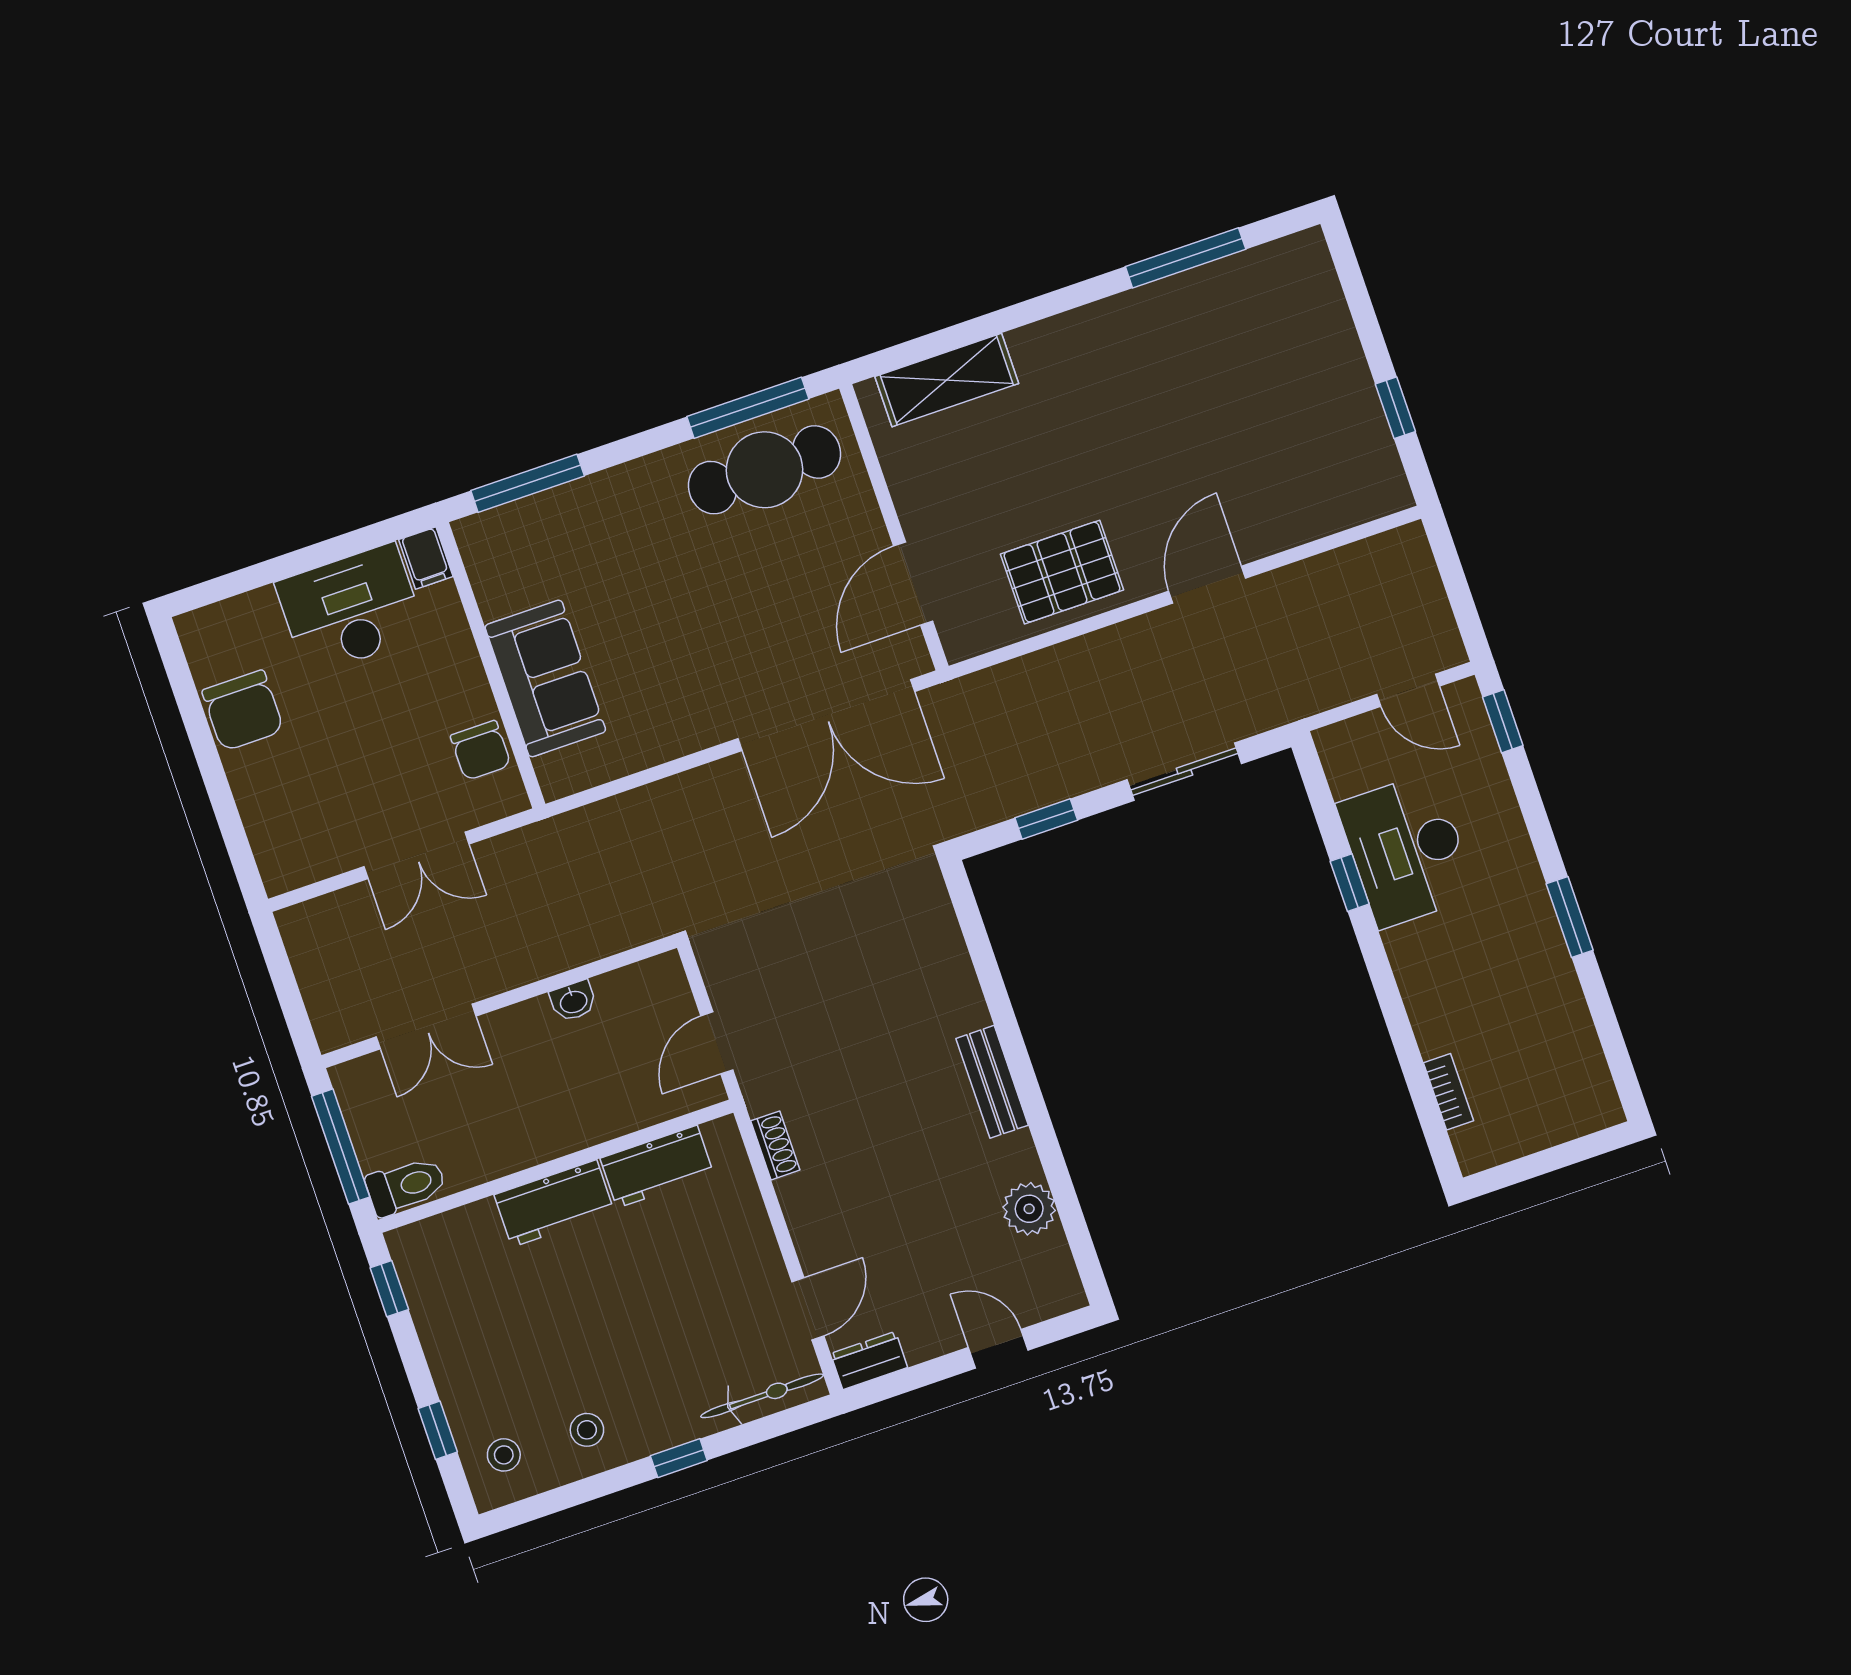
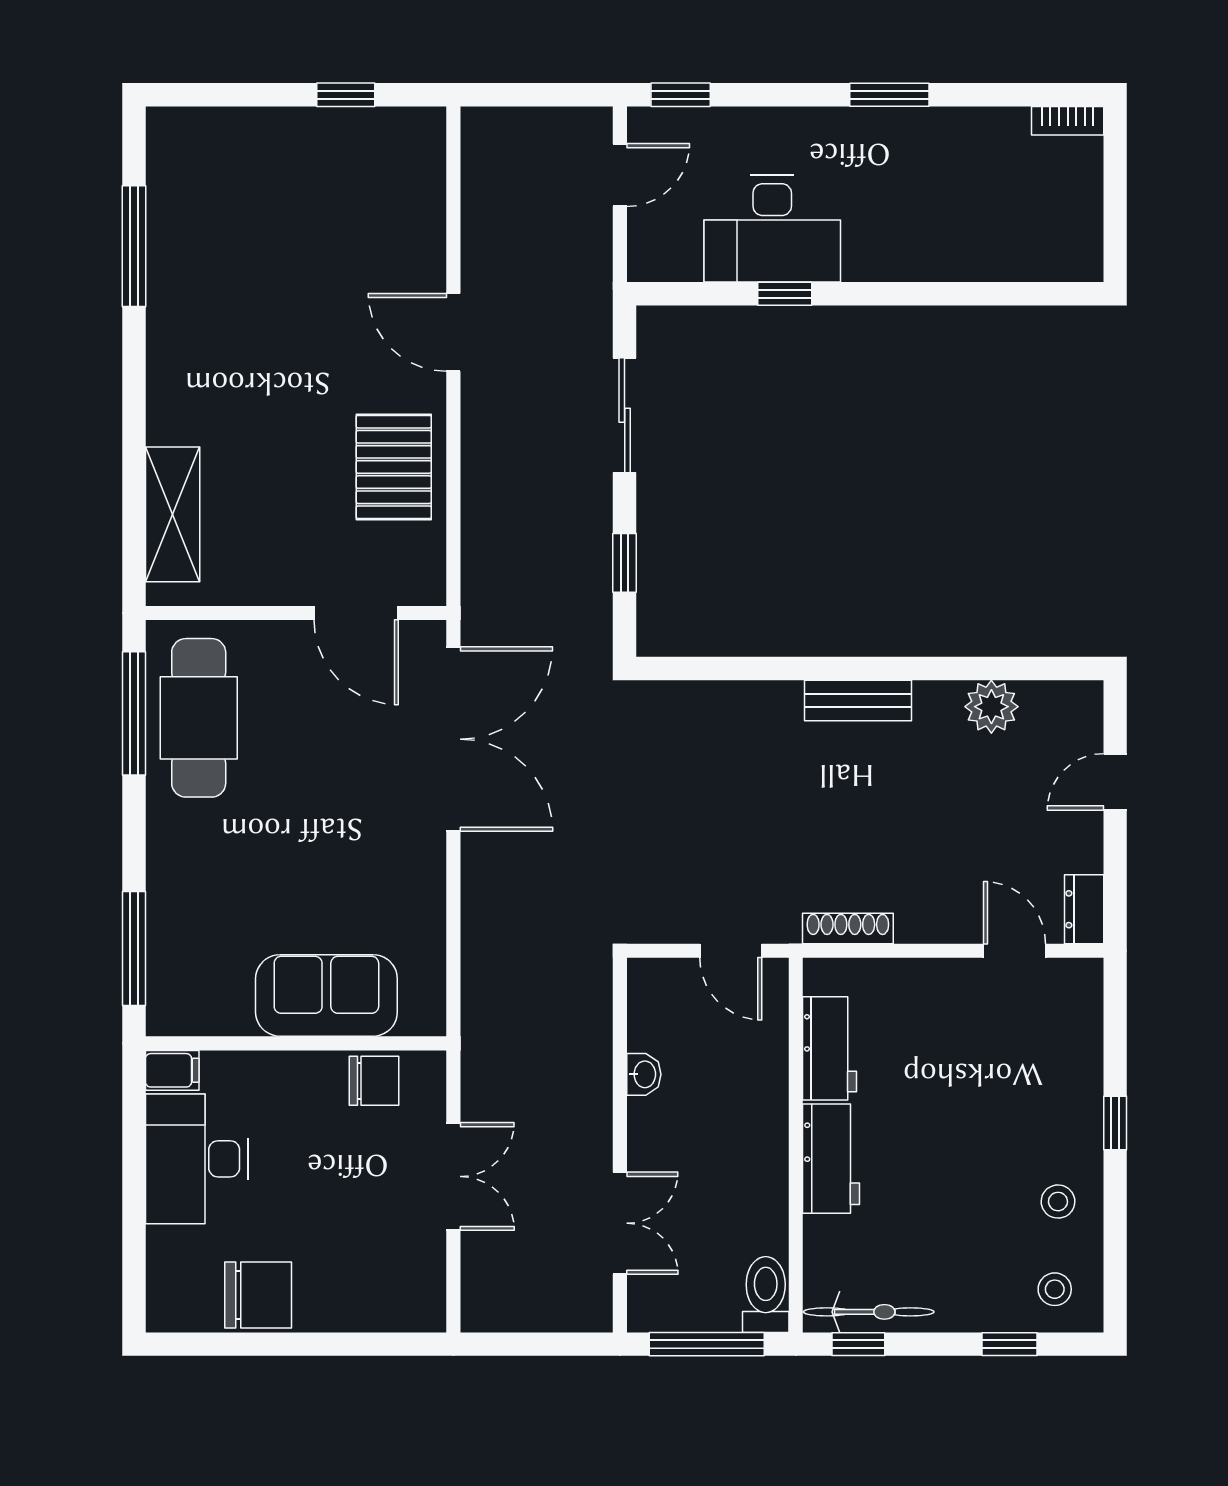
bookcase: (1448, 1092) -> (1068, 121), moved, turned 180
shoe rack: (775, 1145) -> (848, 928), width x1.43
bicycle: (762, 1396) -> (869, 1312), moved, turned 90

